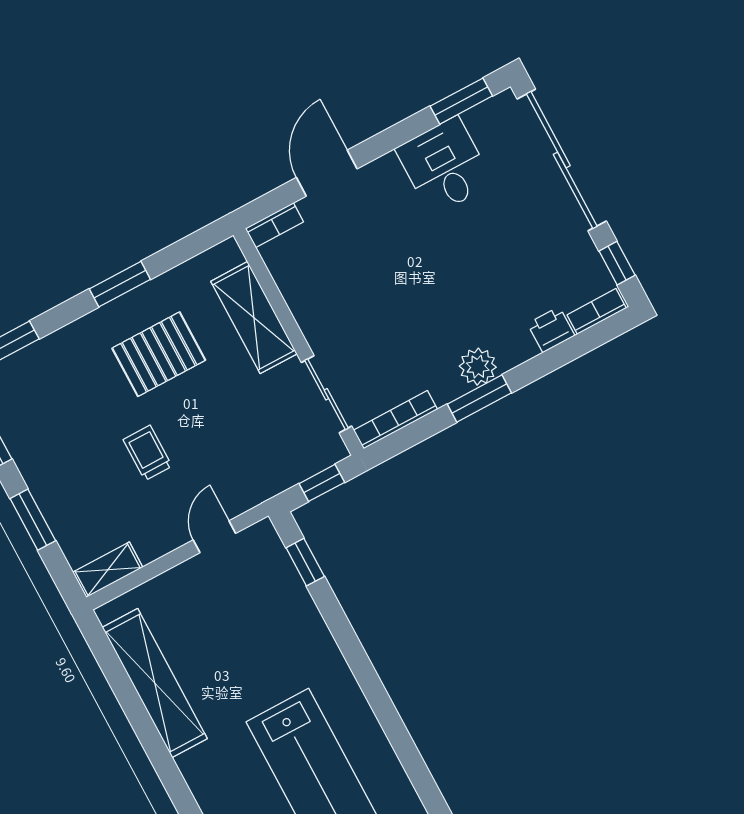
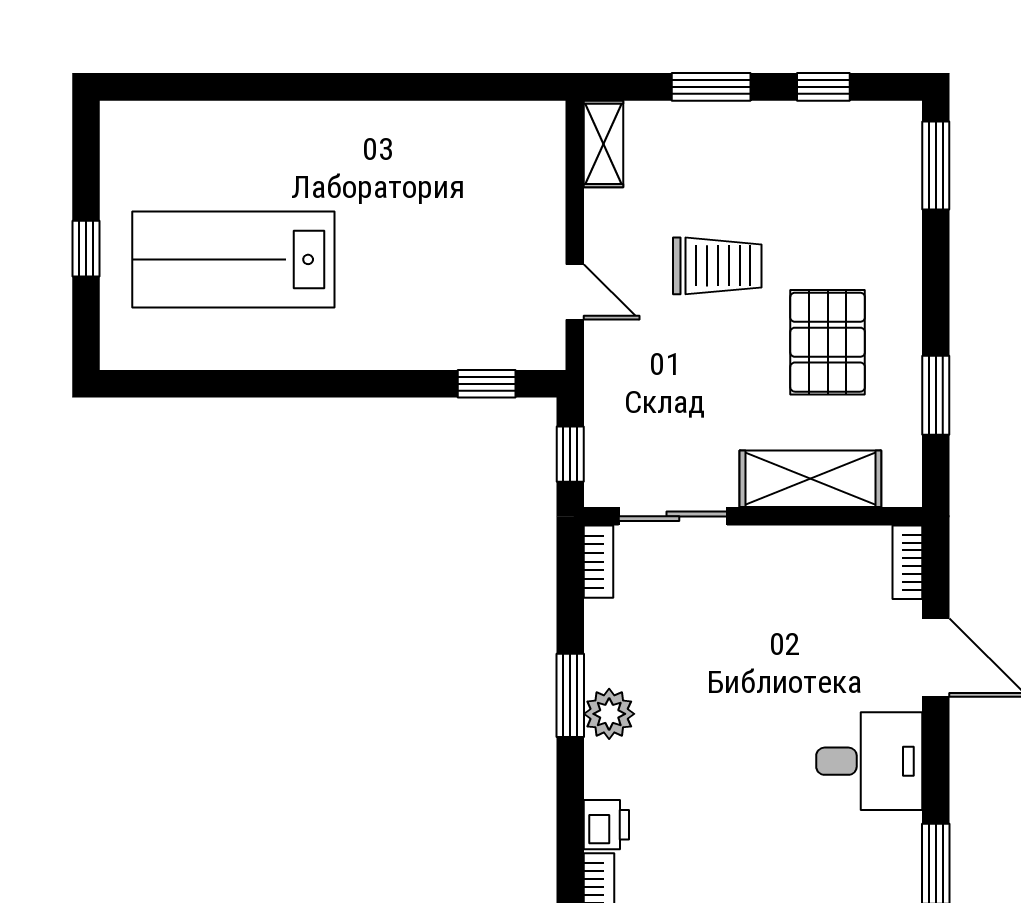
desk: (444, 166) -> (869, 761), moved
window: (120, 284) -> (936, 395), moved
bookcase: (395, 420) -> (598, 562), width x0.64
trolley: (148, 453) -> (717, 266), width x1.36, depth x1.39
shelving: (155, 683) -> (439, 128), removed

